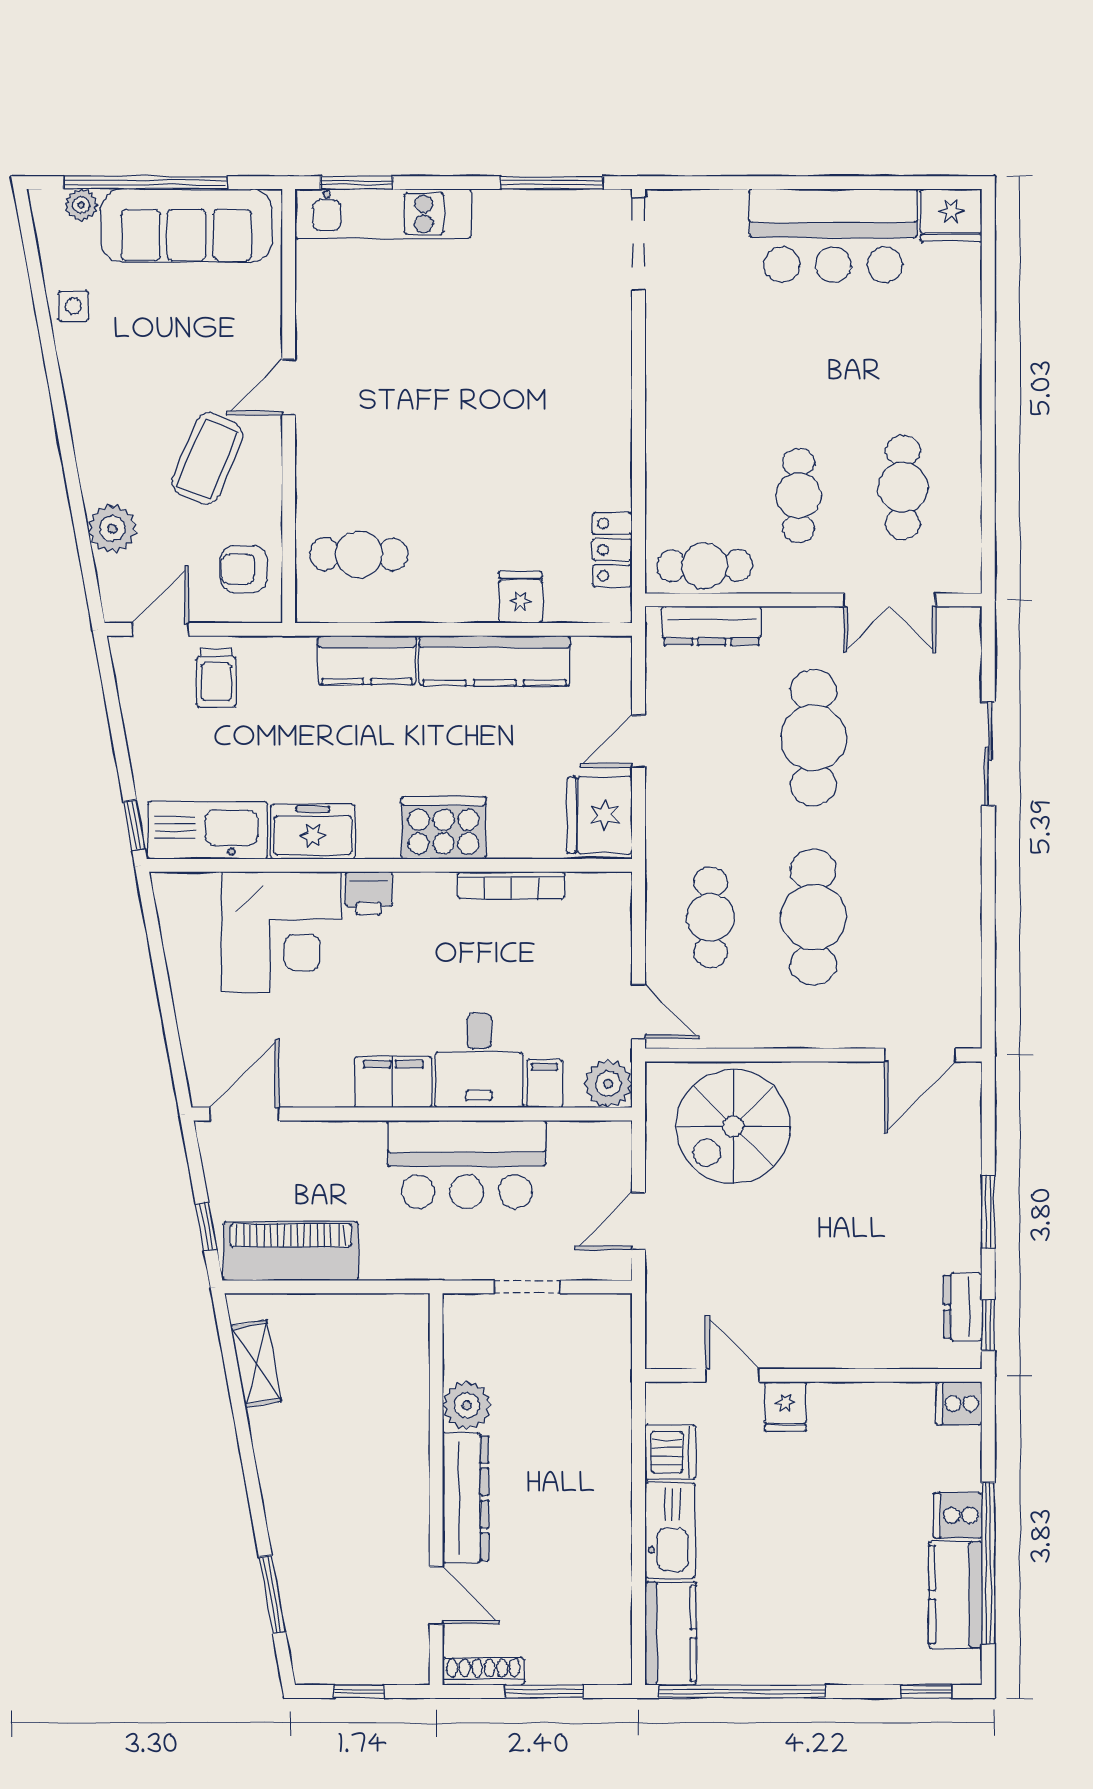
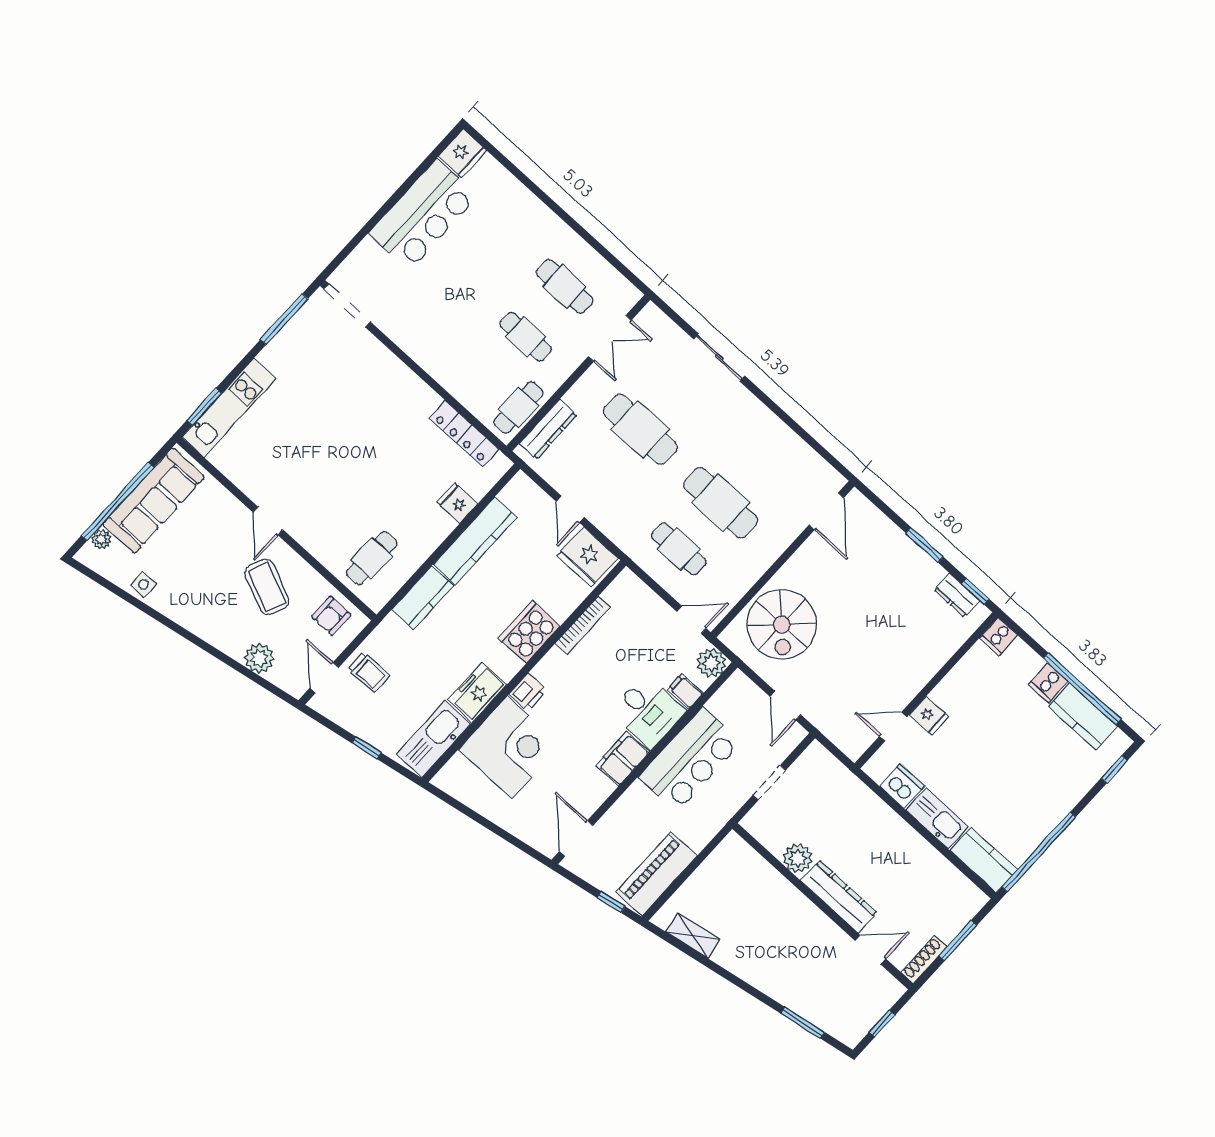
locker: (612, 550) -> (464, 434), width x1.53
window: (134, 825) -> (366, 748), moved

